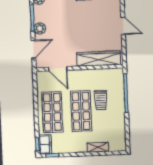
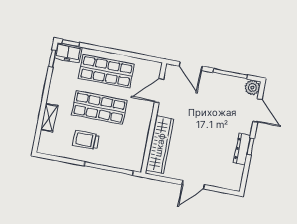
plant: (40, 28) -> (215, 80), removed
trolley: (101, 100) -> (86, 140), moved

